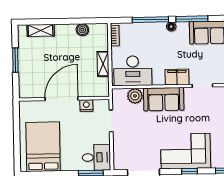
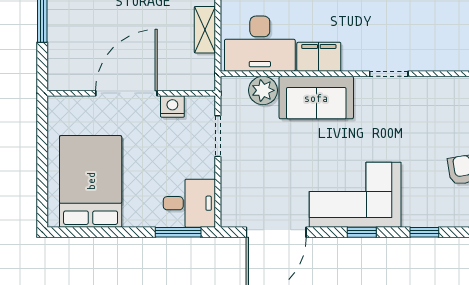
filing cabinet: (177, 77) -> (319, 57), moved

